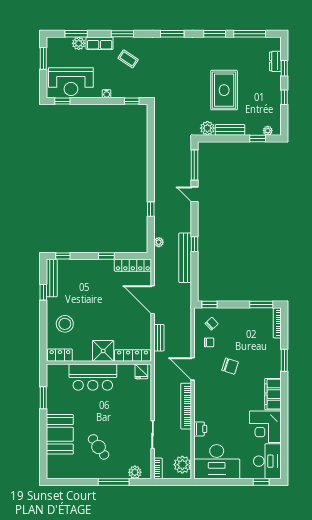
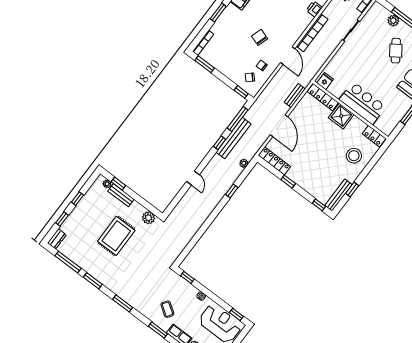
dresser: (275, 61) -> (57, 239), moved
bench: (230, 130) -> (121, 195), moved
window: (194, 165) -> (238, 119), moved
plant: (135, 472) -> (393, 21), moved

